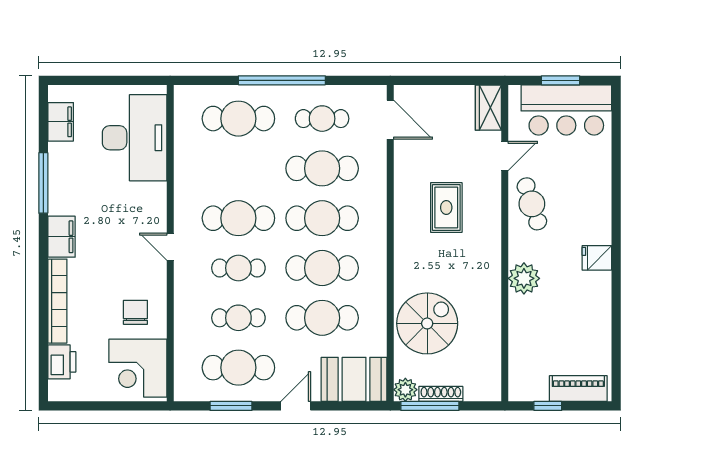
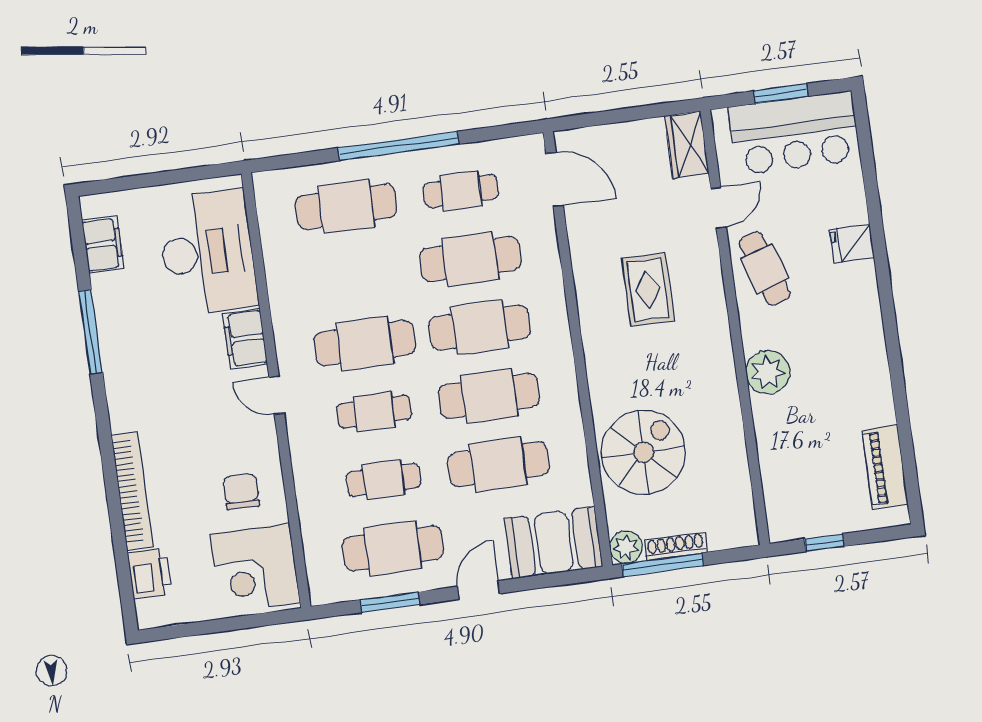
filing cabinet: (61, 237) -> (245, 339), moved, turned 180
fridge: (597, 258) -> (852, 244), moved
piano: (578, 389) -> (885, 467), moved, turned -90

